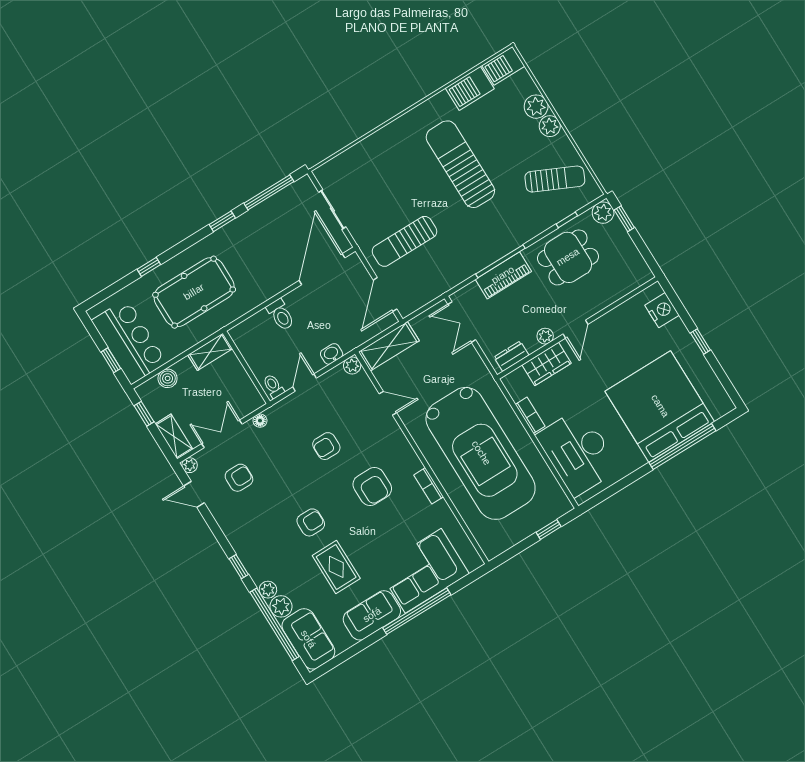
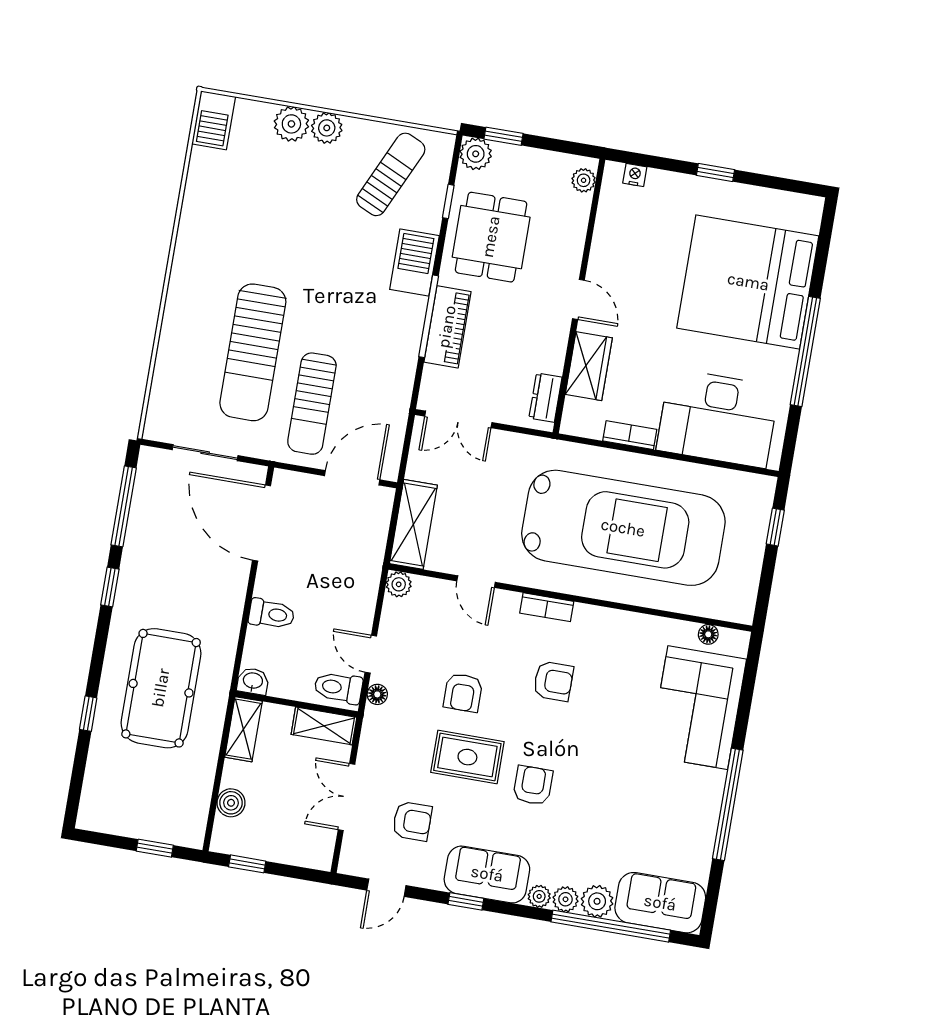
barbecue: (470, 88) -> (414, 263), moved, turned 180
sun lounger: (460, 164) -> (253, 352), moved, turned -90
door: (385, 295) -> (352, 478), swing flipped
nightstand: (662, 310) -> (635, 175), width x0.53, depth x0.56
plant: (545, 336) -> (584, 180), moved
bar counter: (129, 342) -> (152, 809), removed
washbasin: (332, 354) -> (253, 681), moved, turned 90
toilet: (273, 386) -> (338, 688), width x1.37, depth x1.39
door: (388, 403) -> (476, 582), swing flipped
floor lamp: (260, 421) -> (377, 694), moved
shelving: (174, 437) -> (324, 726), moved
window: (682, 447) -> (805, 351), moved
plant: (190, 465) -> (539, 896), moved
armchair: (239, 478) -> (412, 821), turned 90
armchair: (372, 486) -> (553, 681), width x0.72, depth x0.72
bookcase: (429, 486) -> (547, 607), moved
floor lamp: (465, 544) -> (708, 634), added
window: (239, 567) -> (466, 901), moved
rug: (336, 567) -> (467, 757), moved
window: (417, 611) -> (728, 804), moved
sofa: (372, 615) -> (487, 874), moved, turned 90

